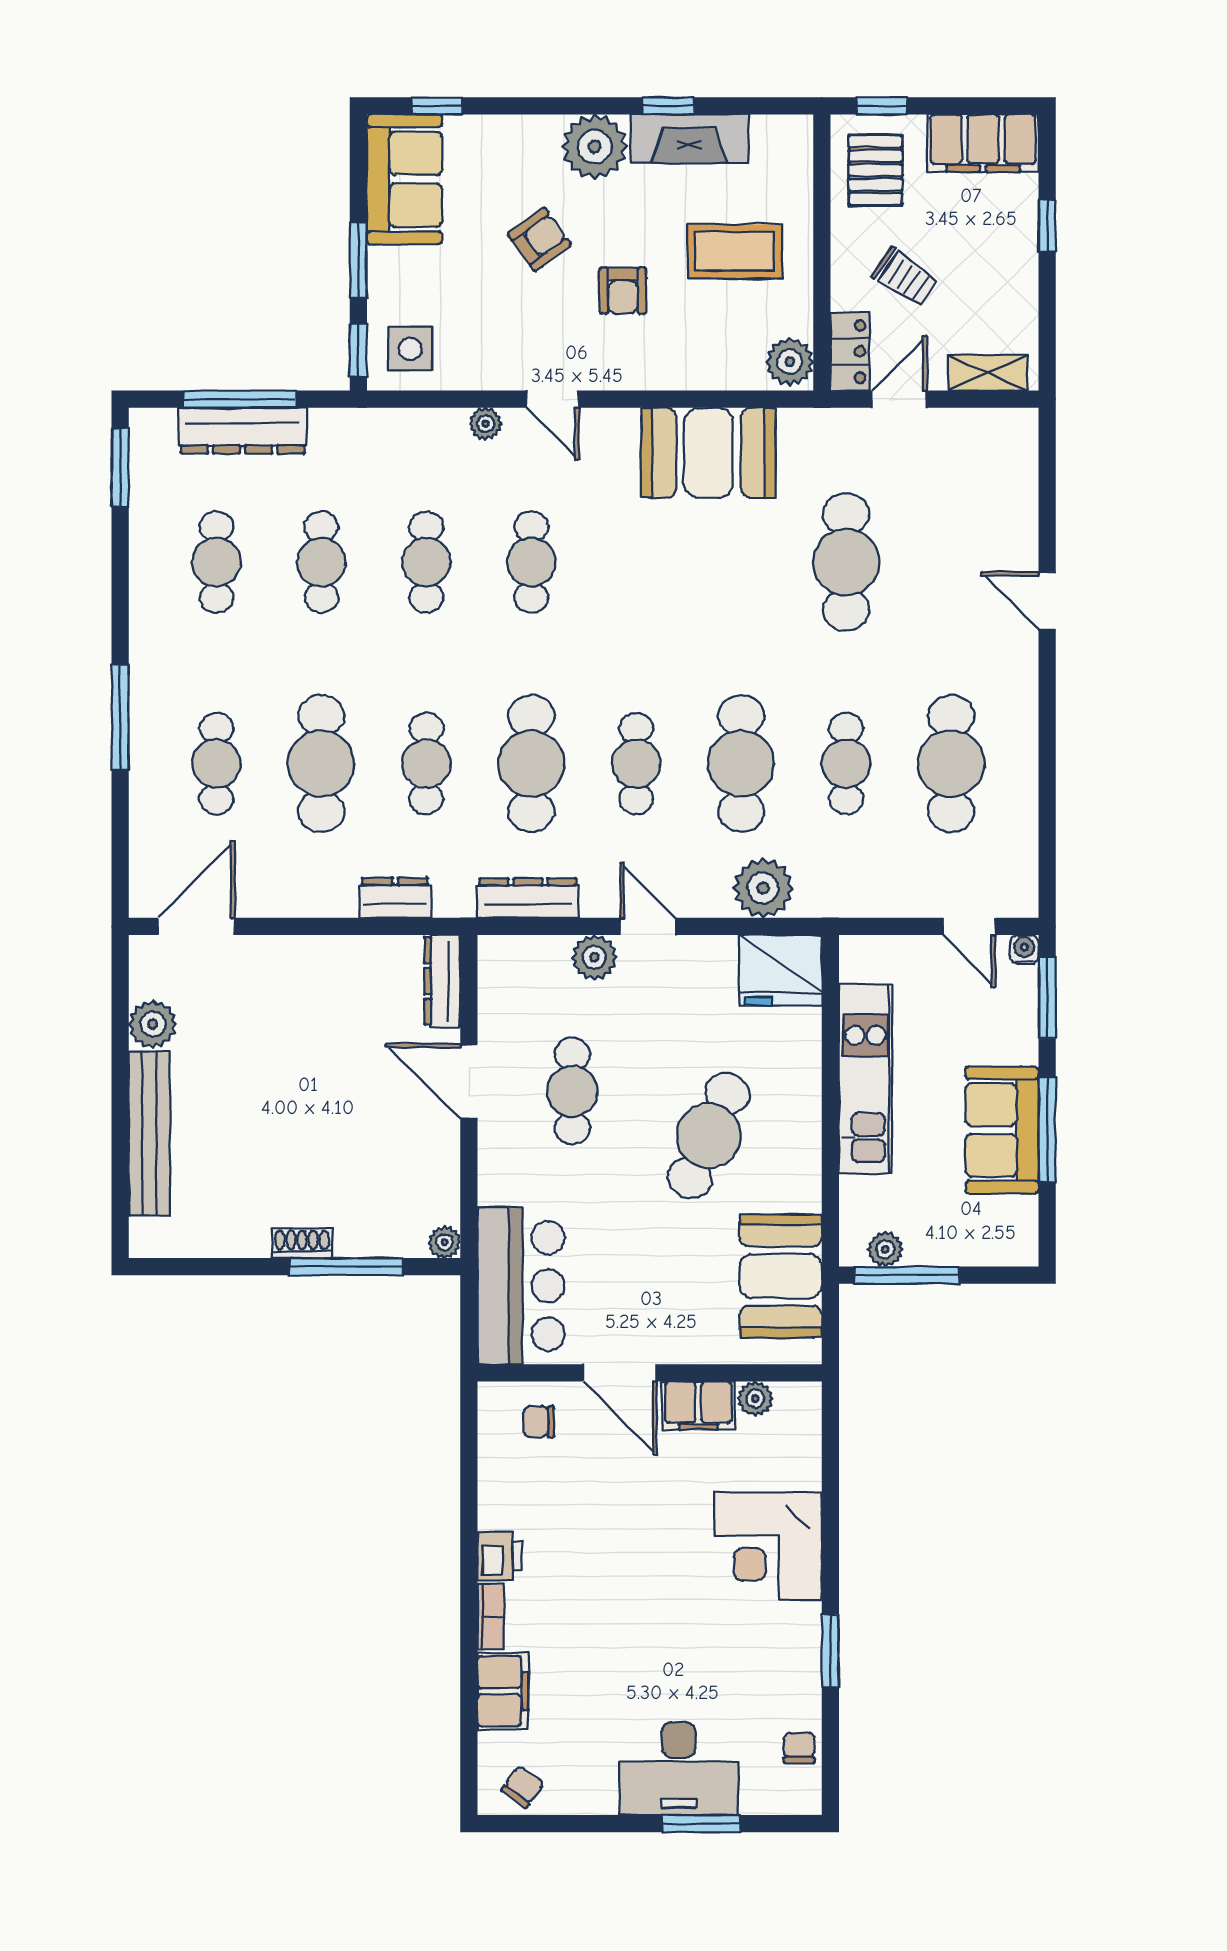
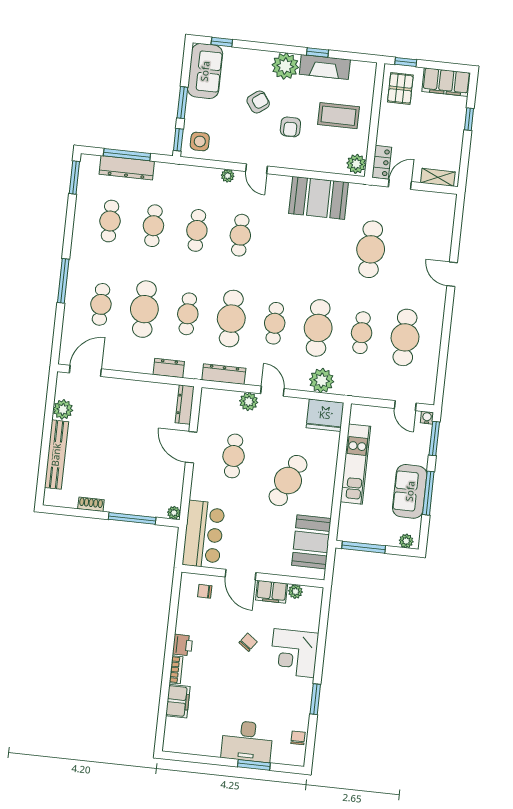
trolley: (905, 277) -> (408, 134), removed
shoe rack: (302, 1243) -> (91, 504), moved
plant: (885, 1249) -> (406, 541), moved
chair: (523, 1787) -> (248, 642), moved

